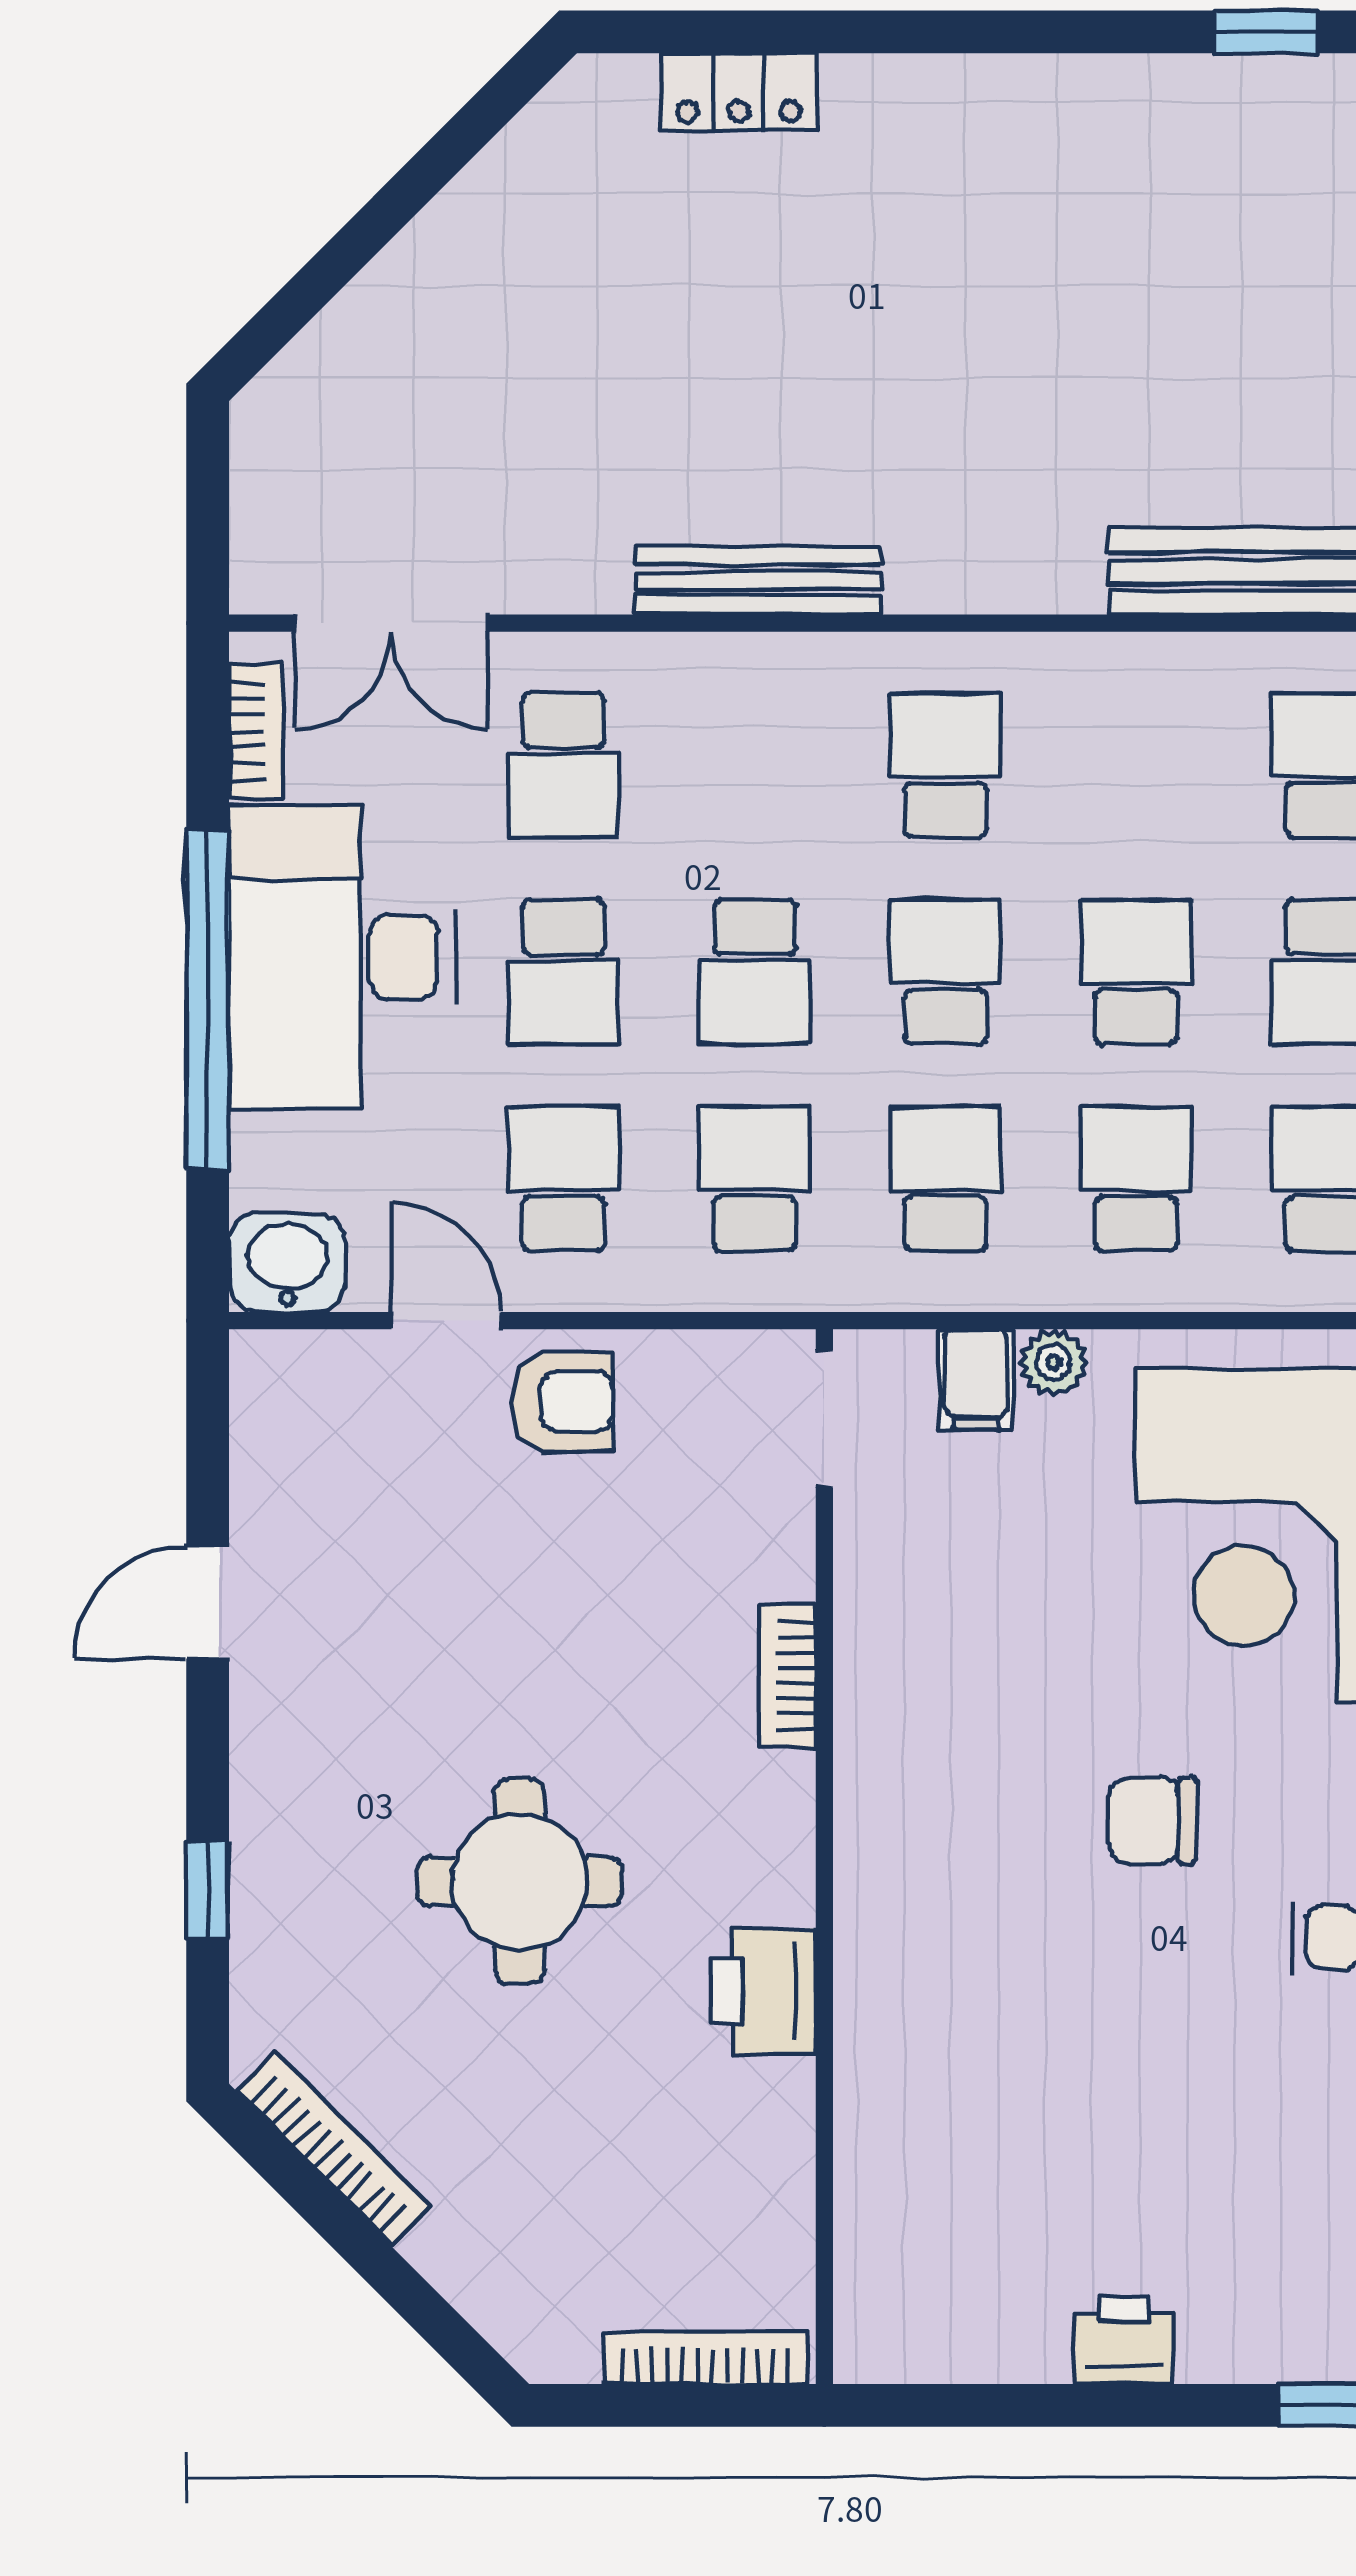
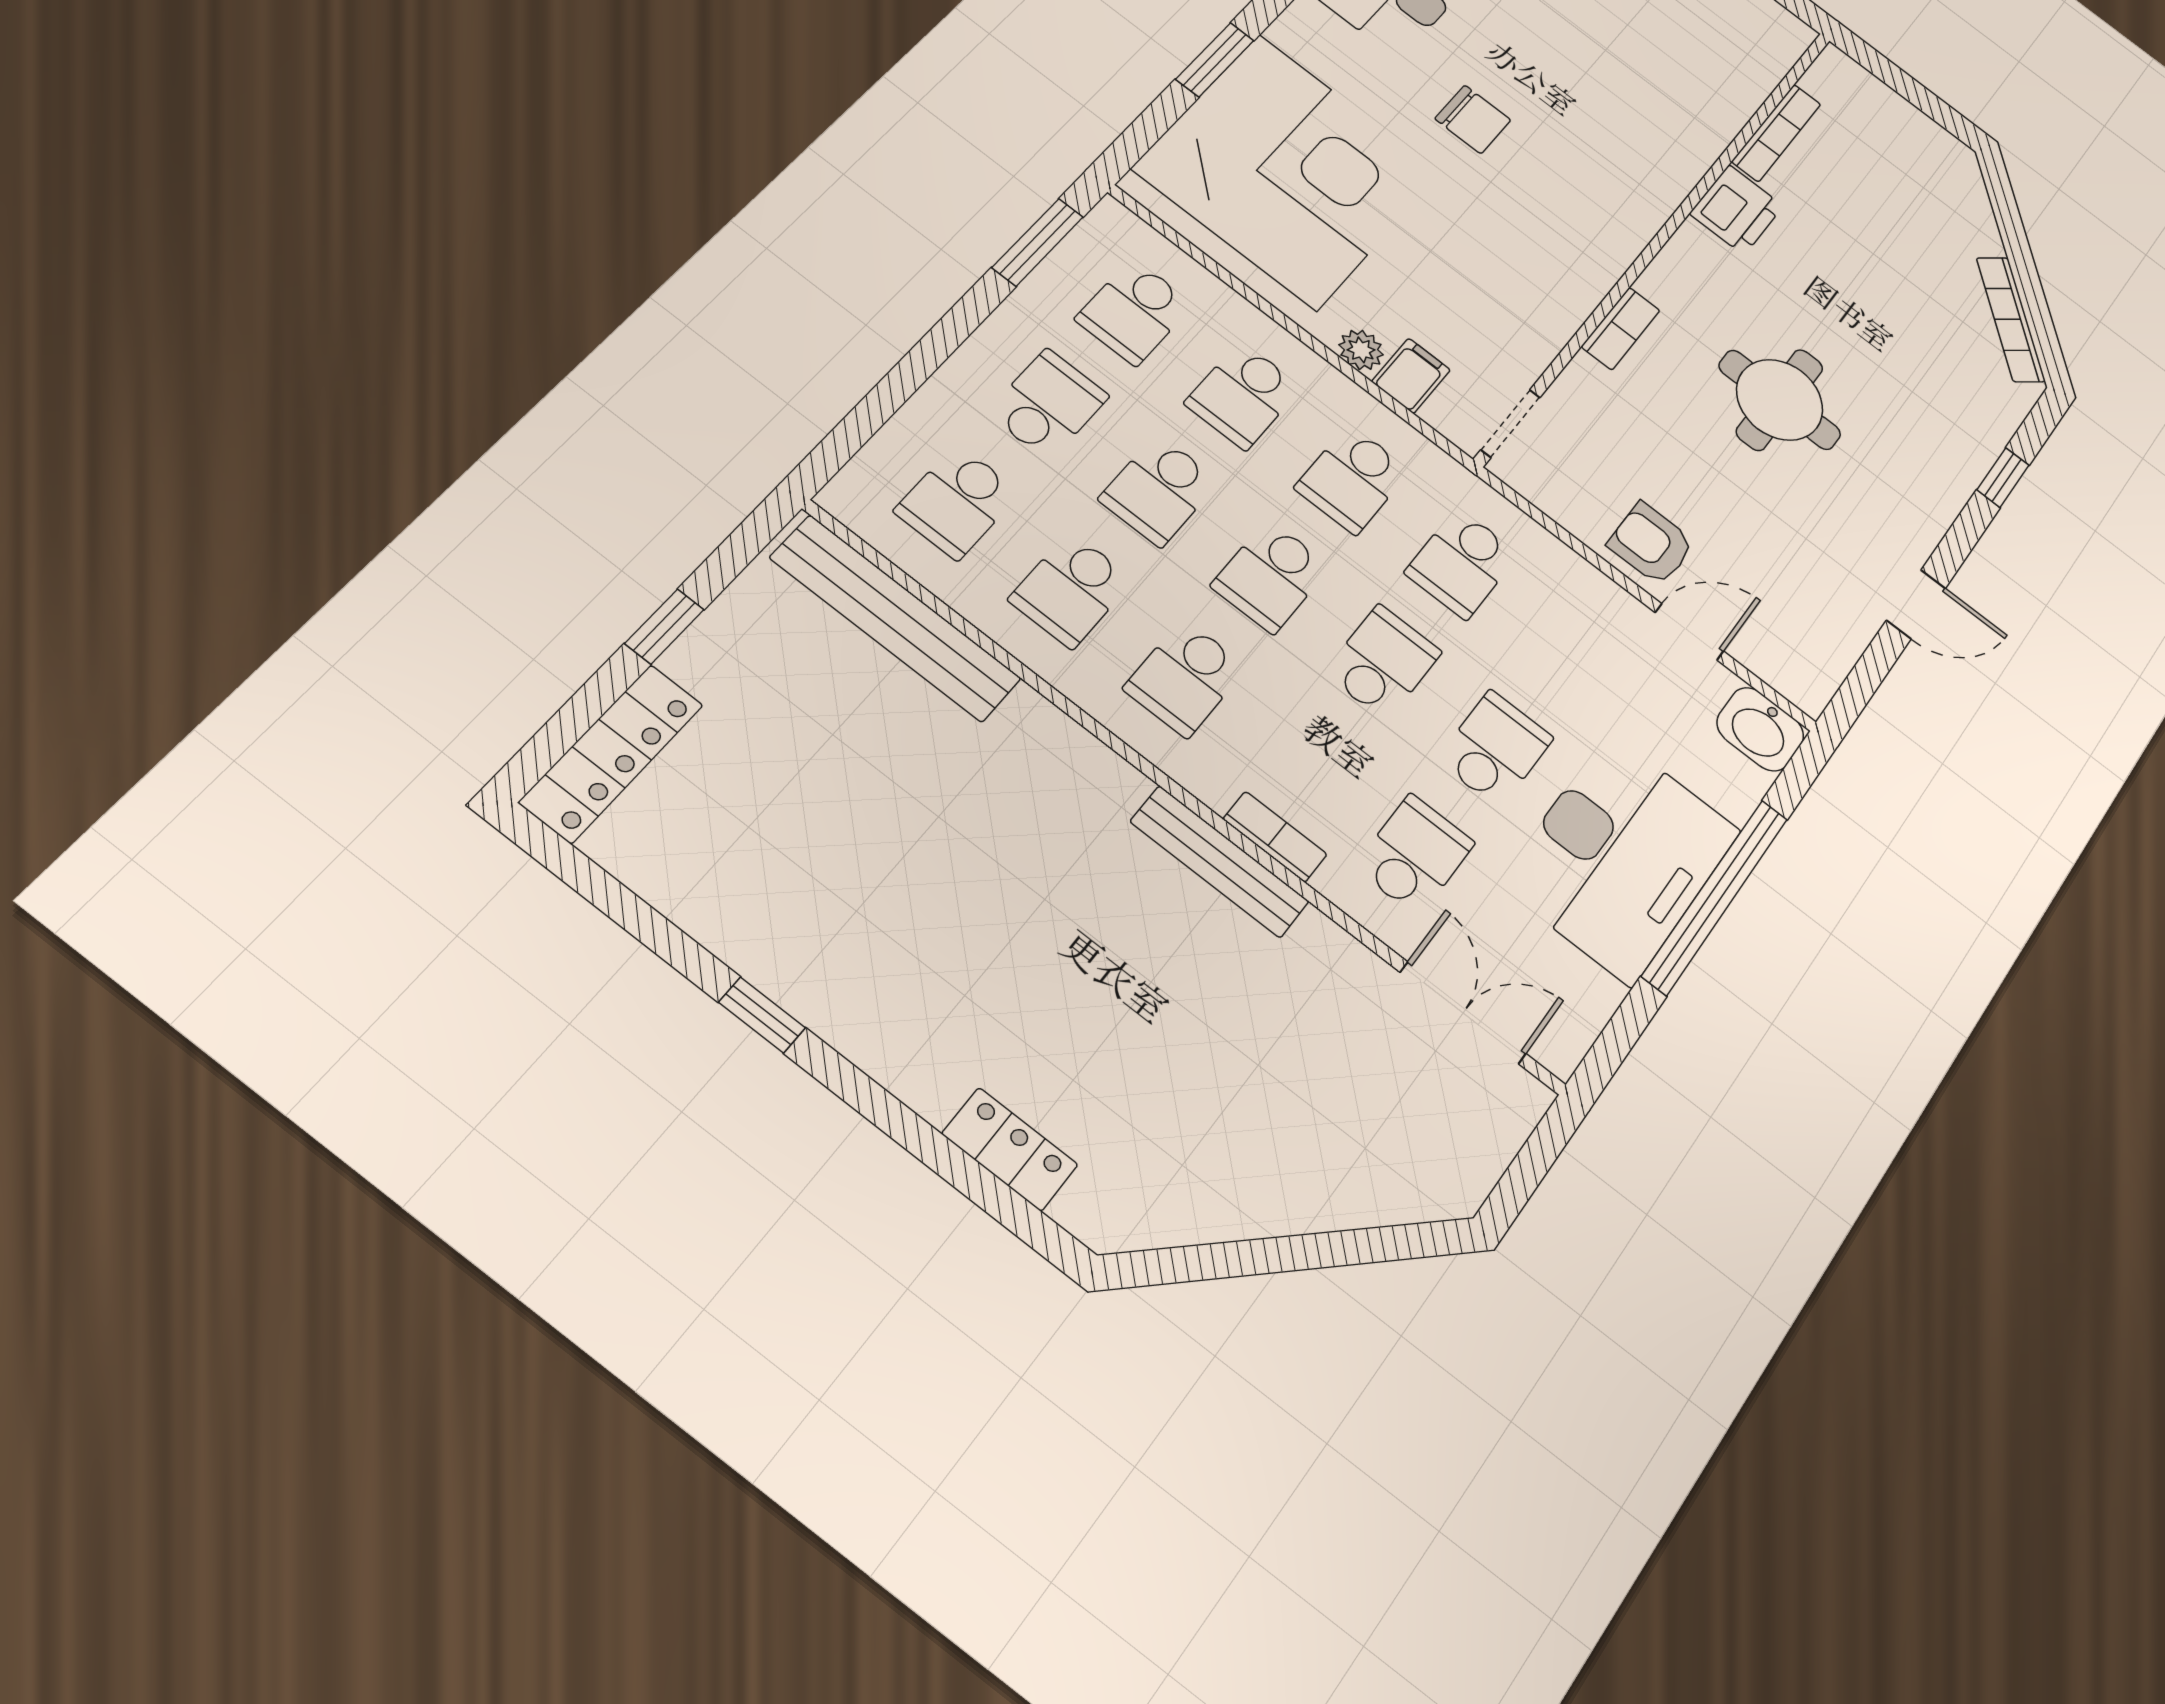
window: (1266, 32) -> (762, 1015), moved
bookcase: (256, 731) -> (1275, 837), moved, turned 90
school desk: (564, 1179) -> (1071, 590), moved
door: (446, 1321) -> (1689, 632), swing flipped
round table: (520, 1881) -> (1780, 400), moved
bookcase: (705, 2358) -> (1776, 133), moved, turned -90

